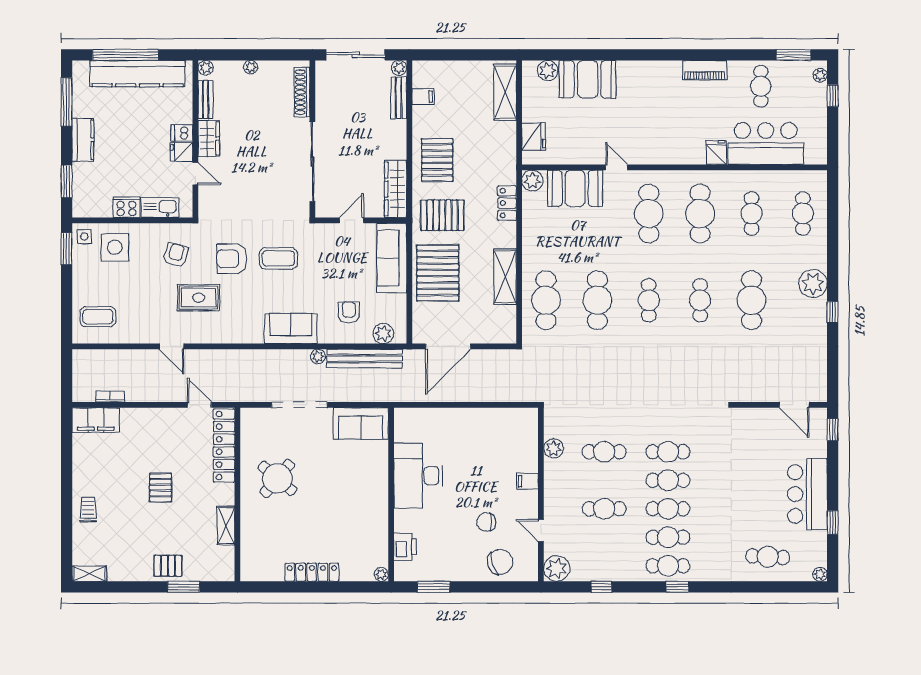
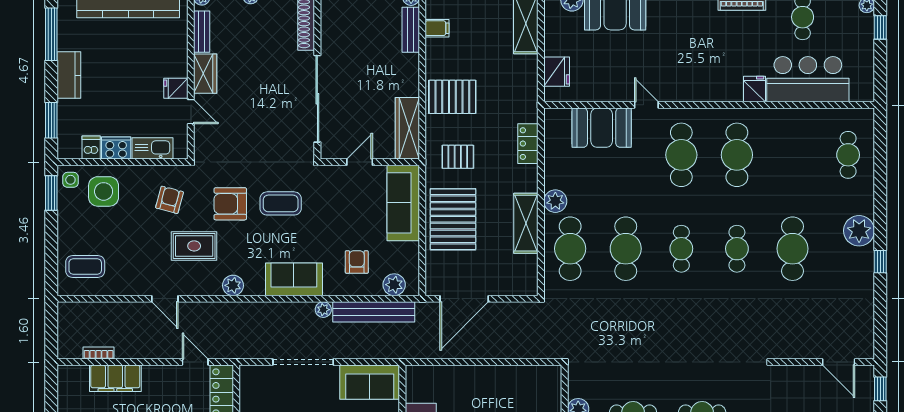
dishwasher: (182, 133) -> (91, 148), moved, turned 90
pallet: (437, 160) -> (452, 97), turned 90
plant: (532, 181) -> (555, 201), moved
cafe table: (751, 213) -> (792, 155), removed
pallet: (442, 215) -> (458, 157), width x0.67, depth x0.71
plant: (234, 334) -> (233, 285), added
filing cabinet: (96, 420) -> (115, 378), moved

